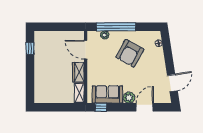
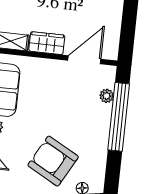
armchair: (130, 53) -> (53, 161), moved

